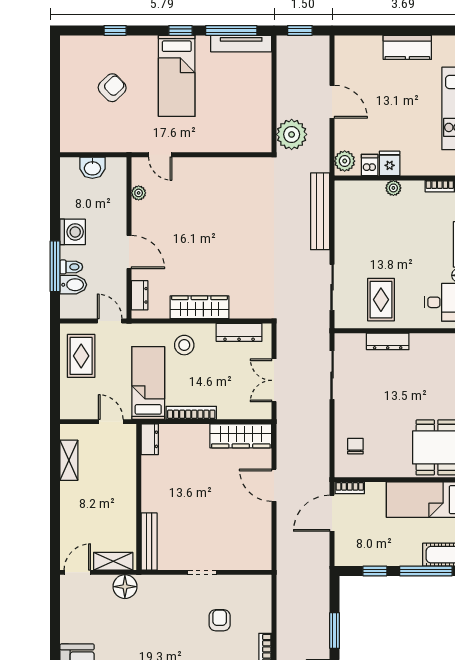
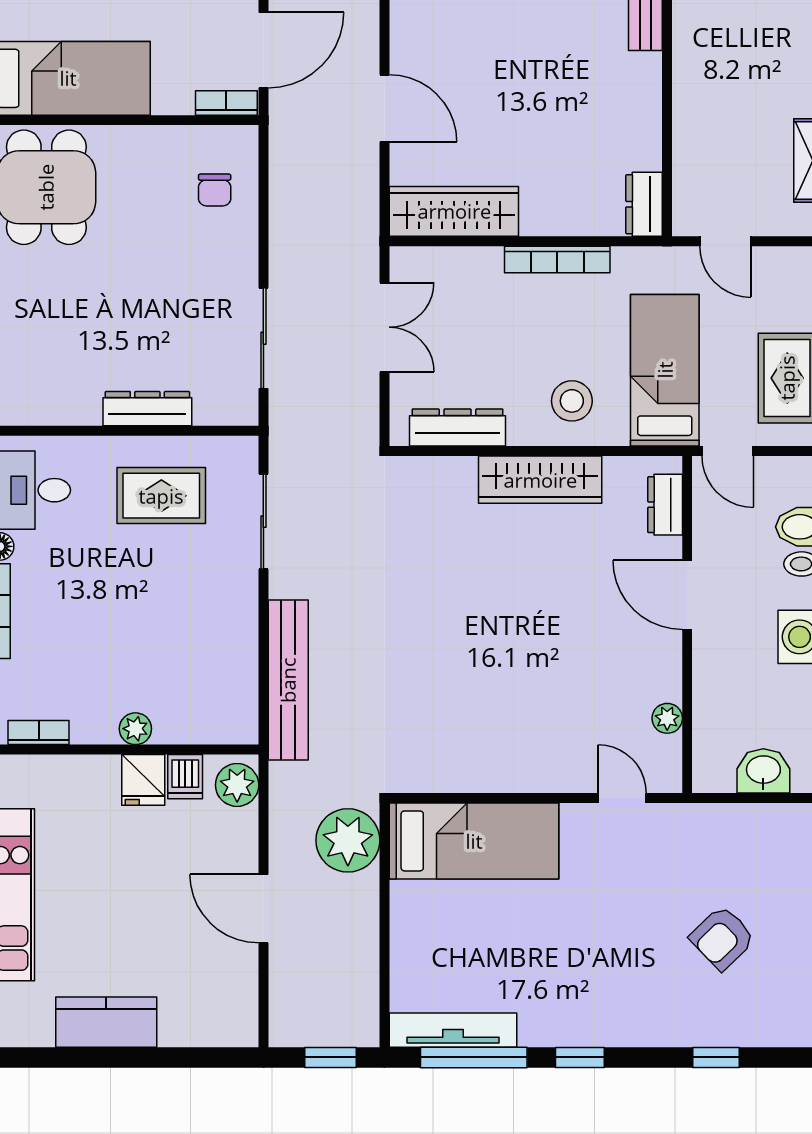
bed: (177, 76) -> (474, 841), moved, turned 90
rug: (381, 300) -> (161, 496), turned 90
bed: (148, 383) -> (665, 370), moved, turned 180

